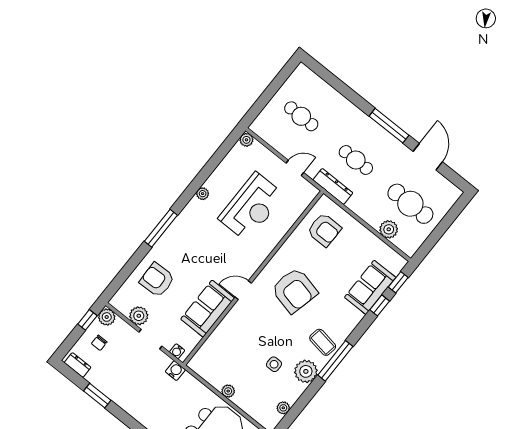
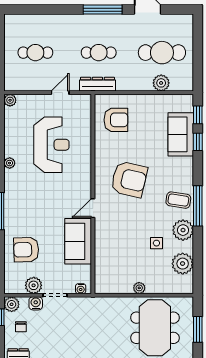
water cooler: (175, 371) -> (36, 303), moved
plant: (283, 408) -> (183, 264), width x1.88, depth x1.88

